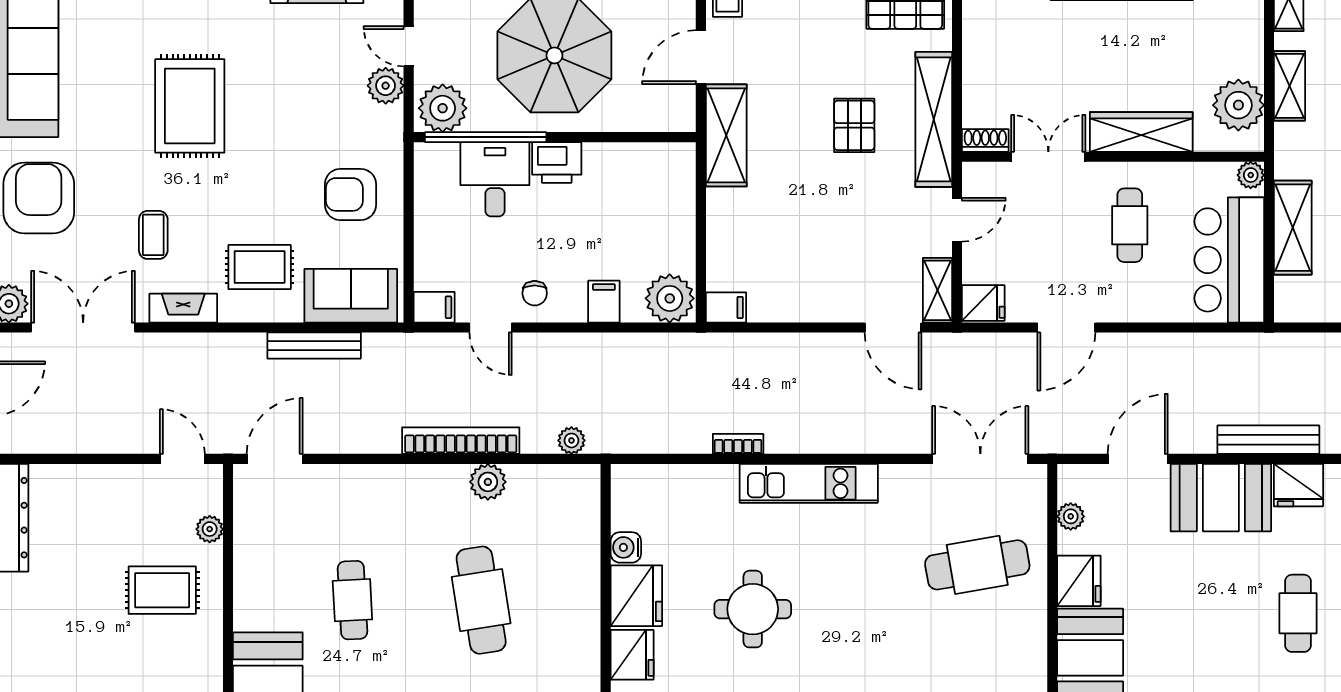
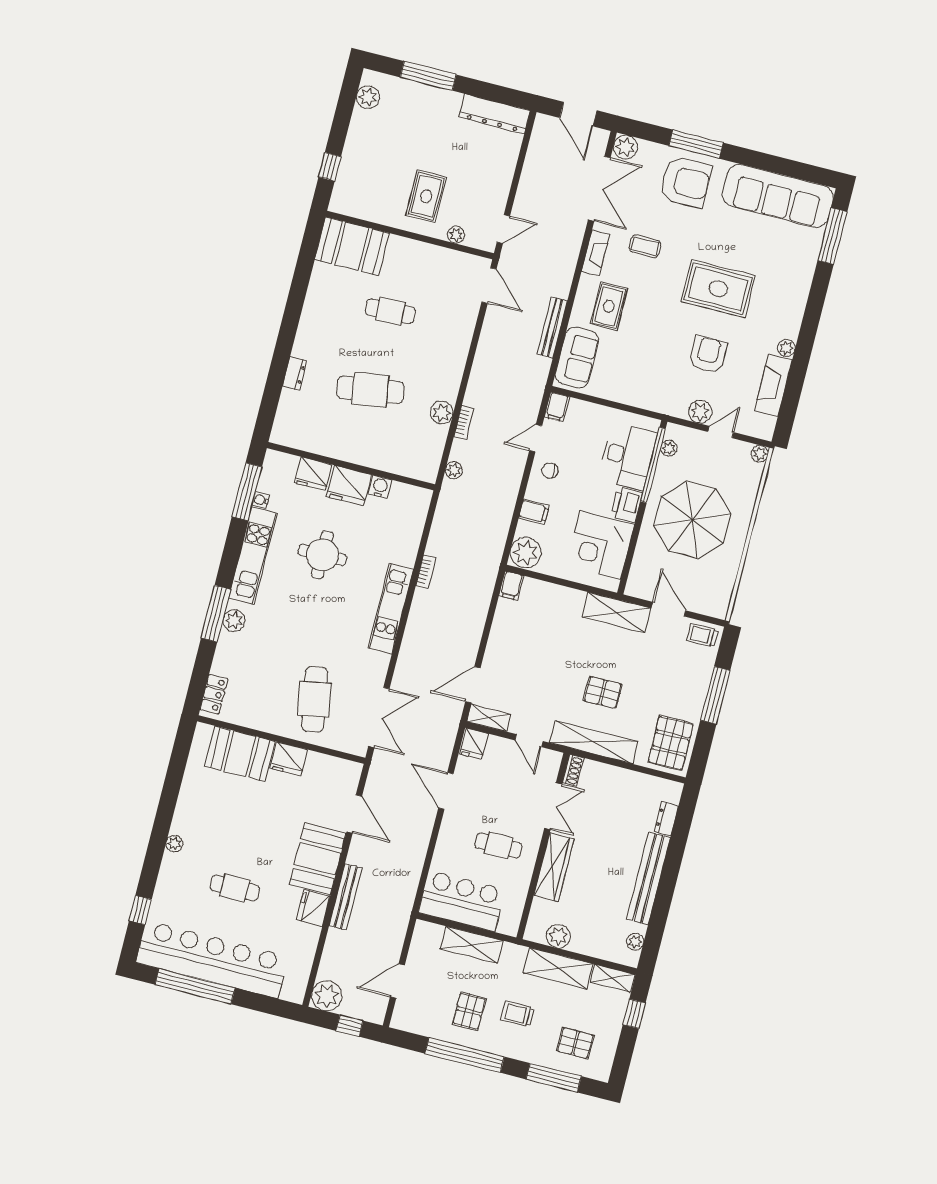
shelving: (1290, 86) -> (558, 968), width x1.50, depth x1.33
plant: (1238, 105) -> (558, 936), width x0.73, depth x0.73
plant: (443, 108) -> (669, 448), width x0.53, depth x0.53
plant: (1251, 175) -> (510, 927), removed
desk: (495, 179) -> (628, 456), width x1.37
corner desk: (629, 187) -> (600, 545), added
armchair: (350, 194) -> (708, 355), moved
bookcase: (461, 441) -> (464, 422), width x0.43, depth x0.76
plant: (1071, 516) -> (330, 764), removed

